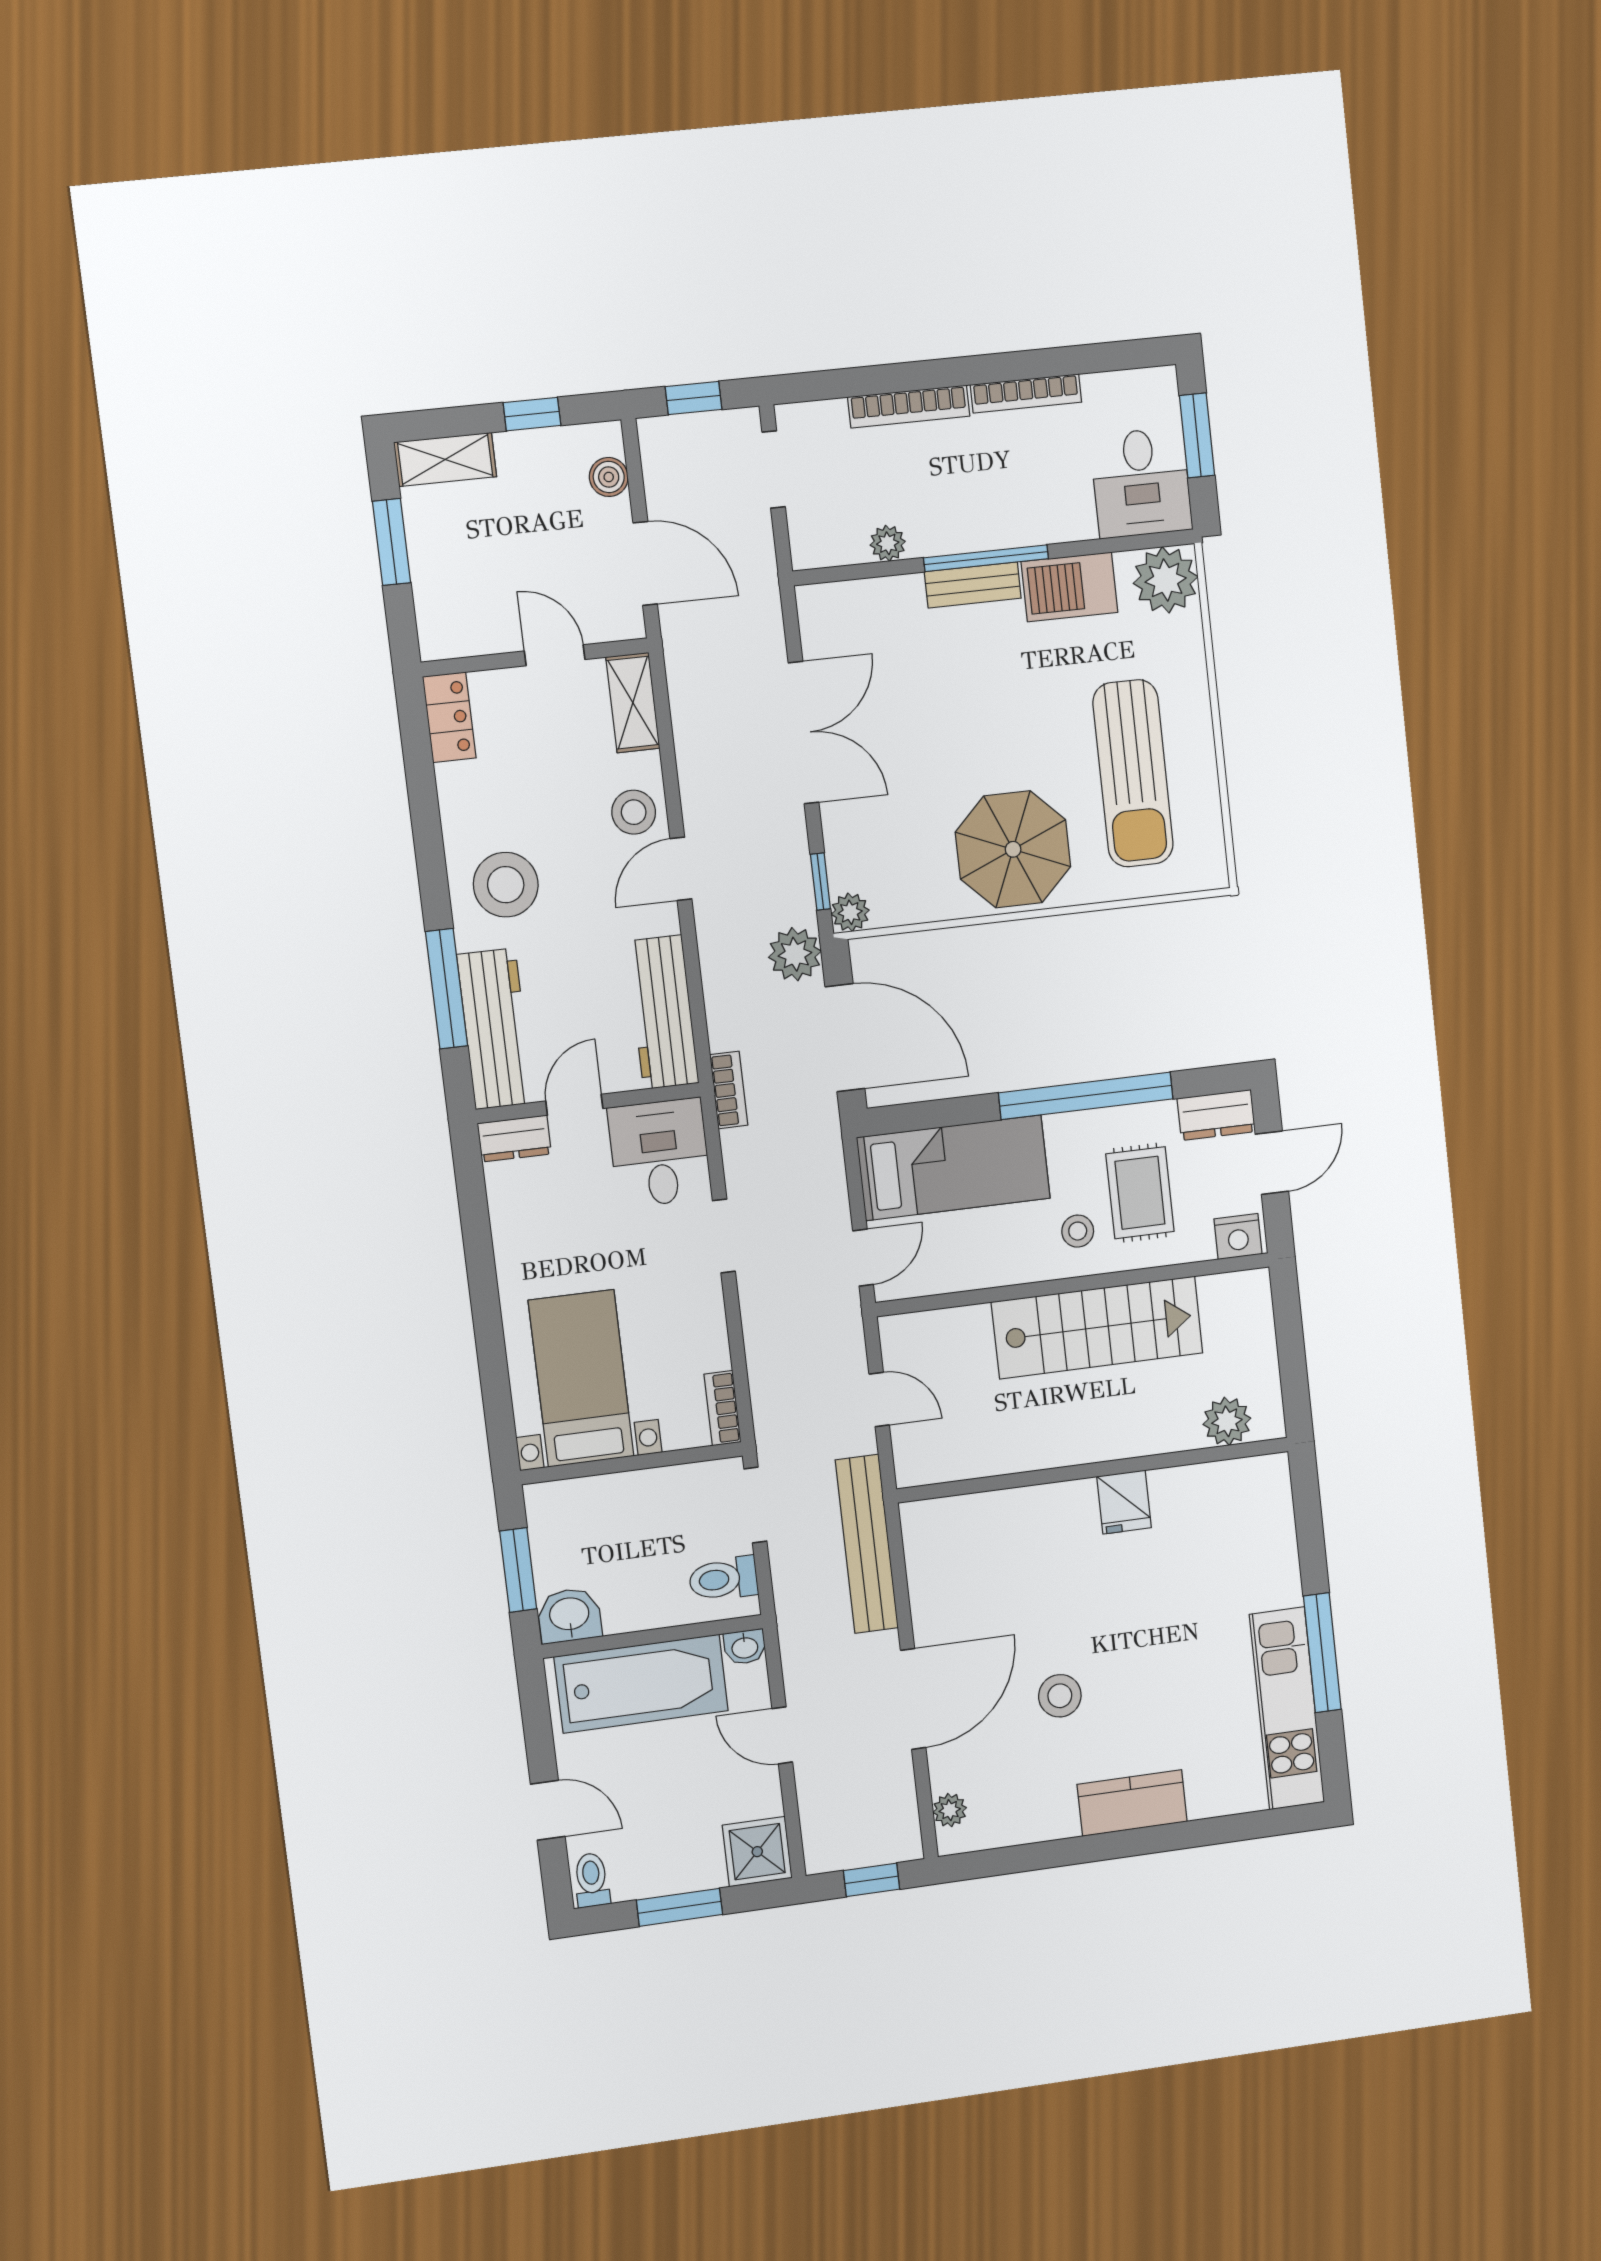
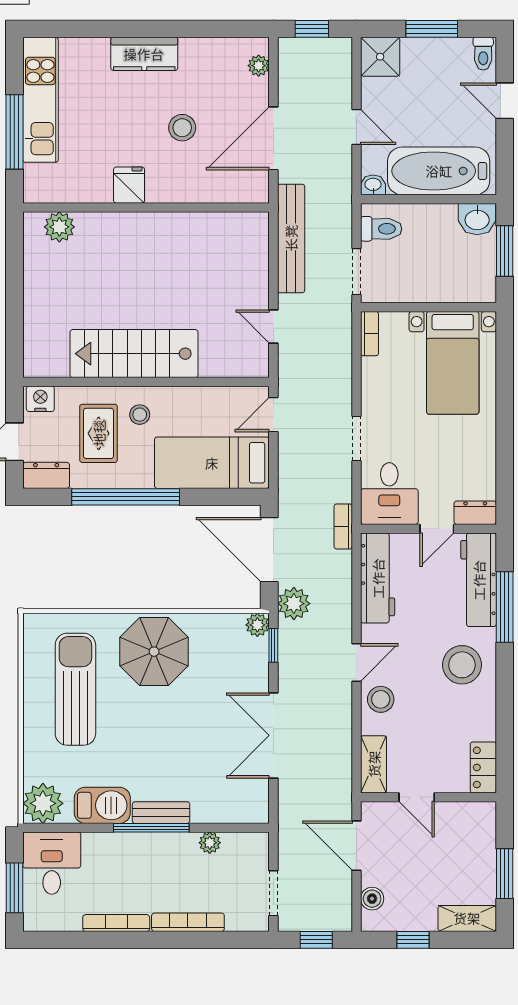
plant: (1227, 1421) -> (59, 227), moved
wall: (1093, 1470) -> (146, 207), moved
fridge: (1124, 1502) -> (129, 185), moved

